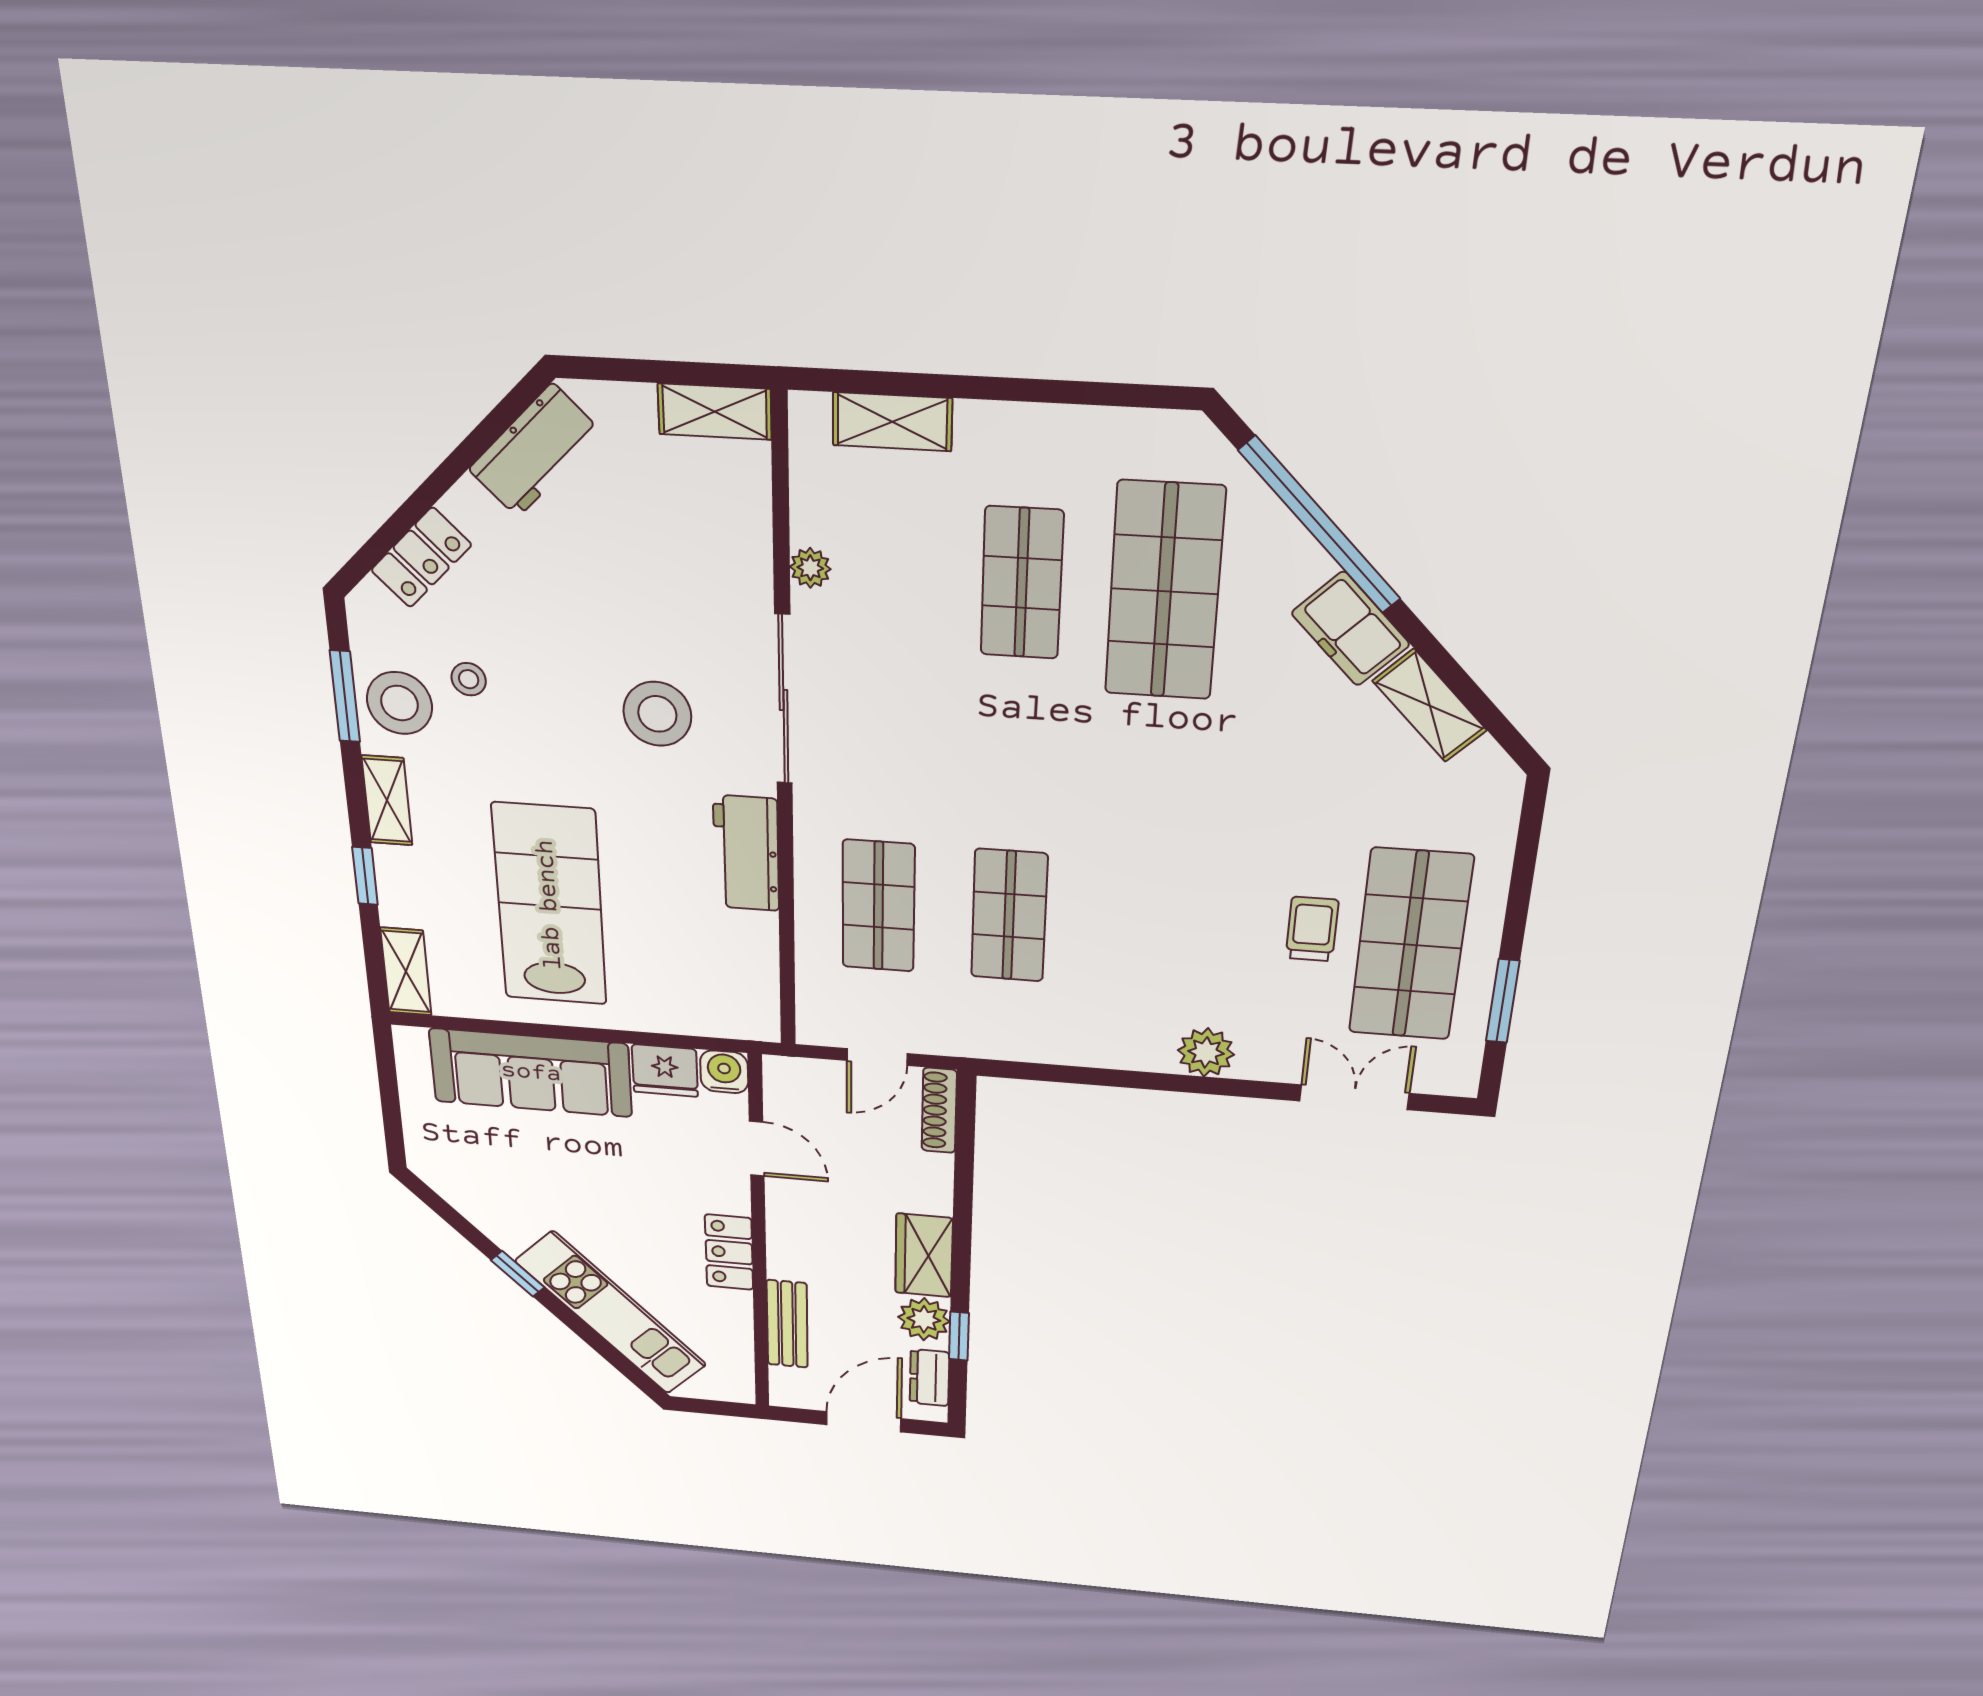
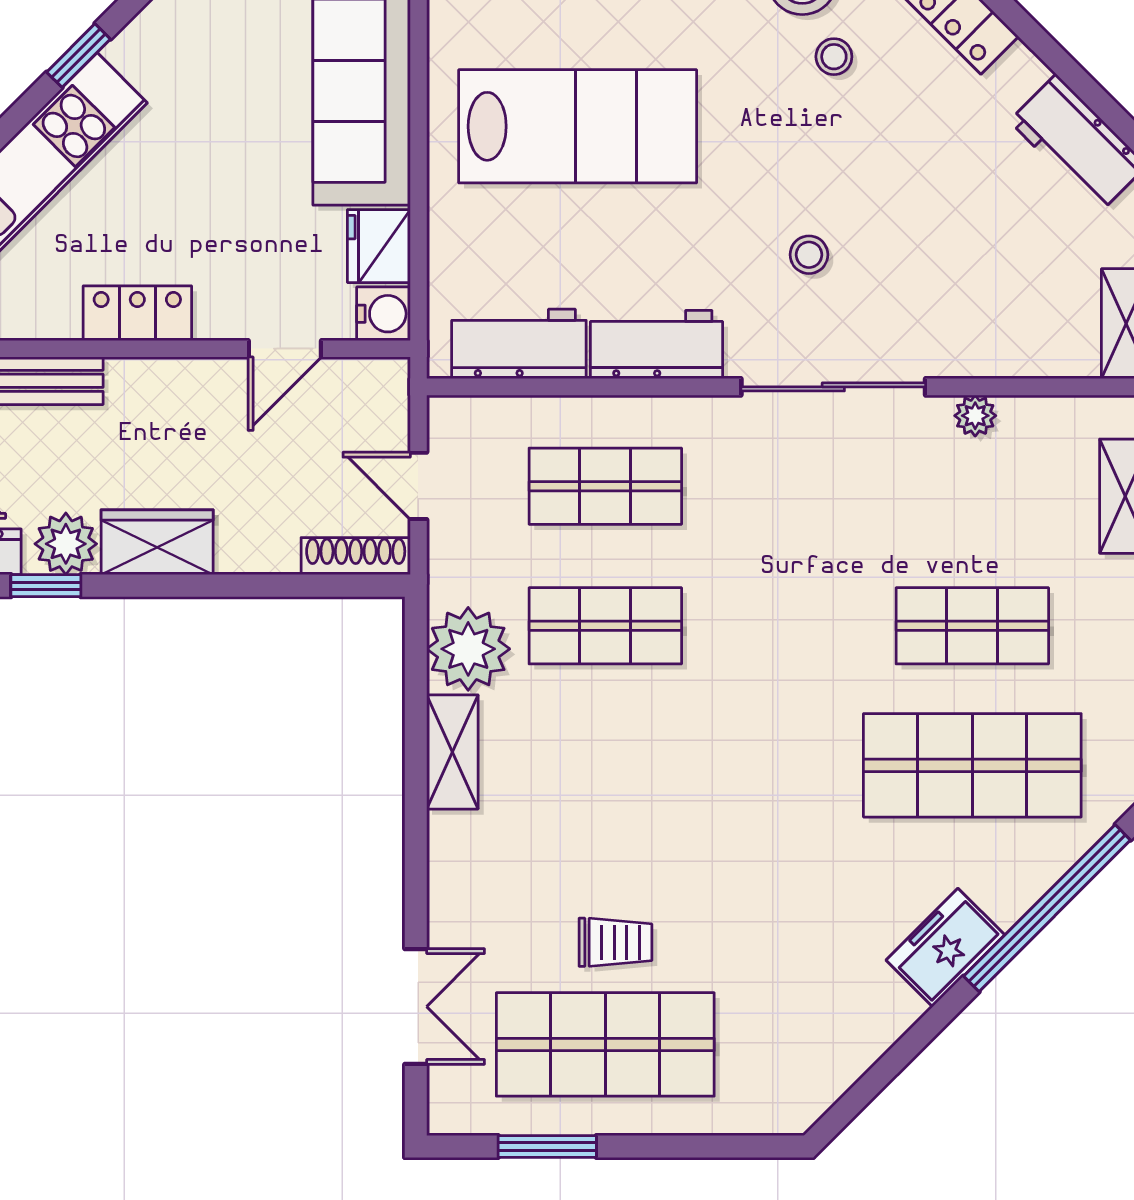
shelving: (1430, 706) -> (452, 752), moved, turned -45
stool: (657, 714) -> (809, 255), width x0.53, depth x0.53
workbench: (748, 967) -> (519, 344), added
plant: (1206, 1052) -> (468, 649), moved, width x1.36, depth x1.36

